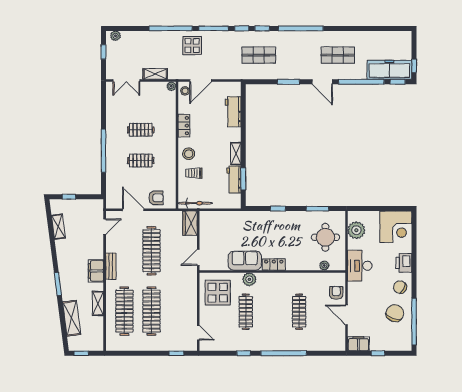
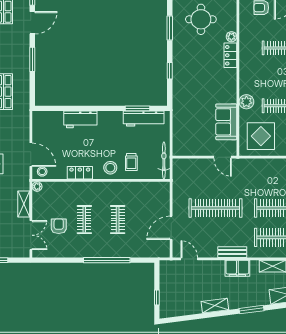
workbench: (233, 112) -> (80, 119), moved
shelving: (236, 154) -> (110, 116), removed
workbench: (234, 179) -> (144, 119), width x1.37
armchair: (156, 198) -> (59, 226), moved
wardrobe: (190, 223) -> (186, 166), removed
shelving: (58, 227) -> (215, 306), moved
sofa: (245, 261) -> (226, 122), moved
locker: (274, 264) -> (230, 55), moved
plant: (324, 265) -> (231, 37), moved

